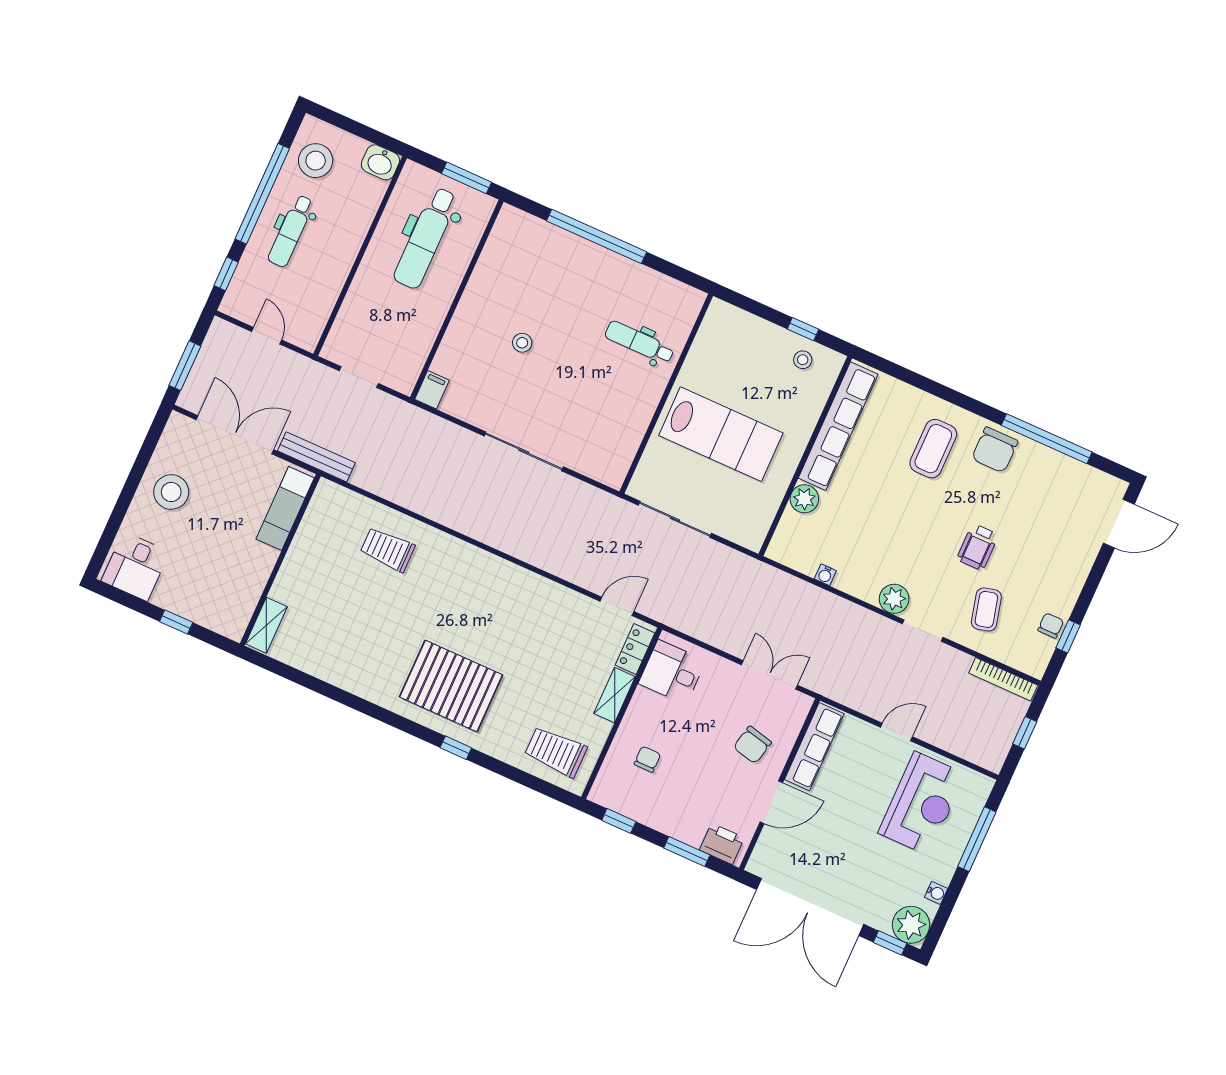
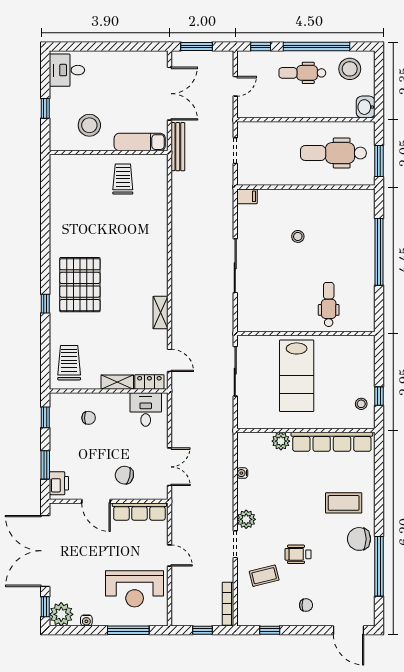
stool: (171, 492) -> (89, 125), moved
trolley: (388, 549) -> (123, 179), moved
shelving: (266, 625) -> (160, 313), moved, turned 90
chair: (1051, 625) -> (306, 605), moved

